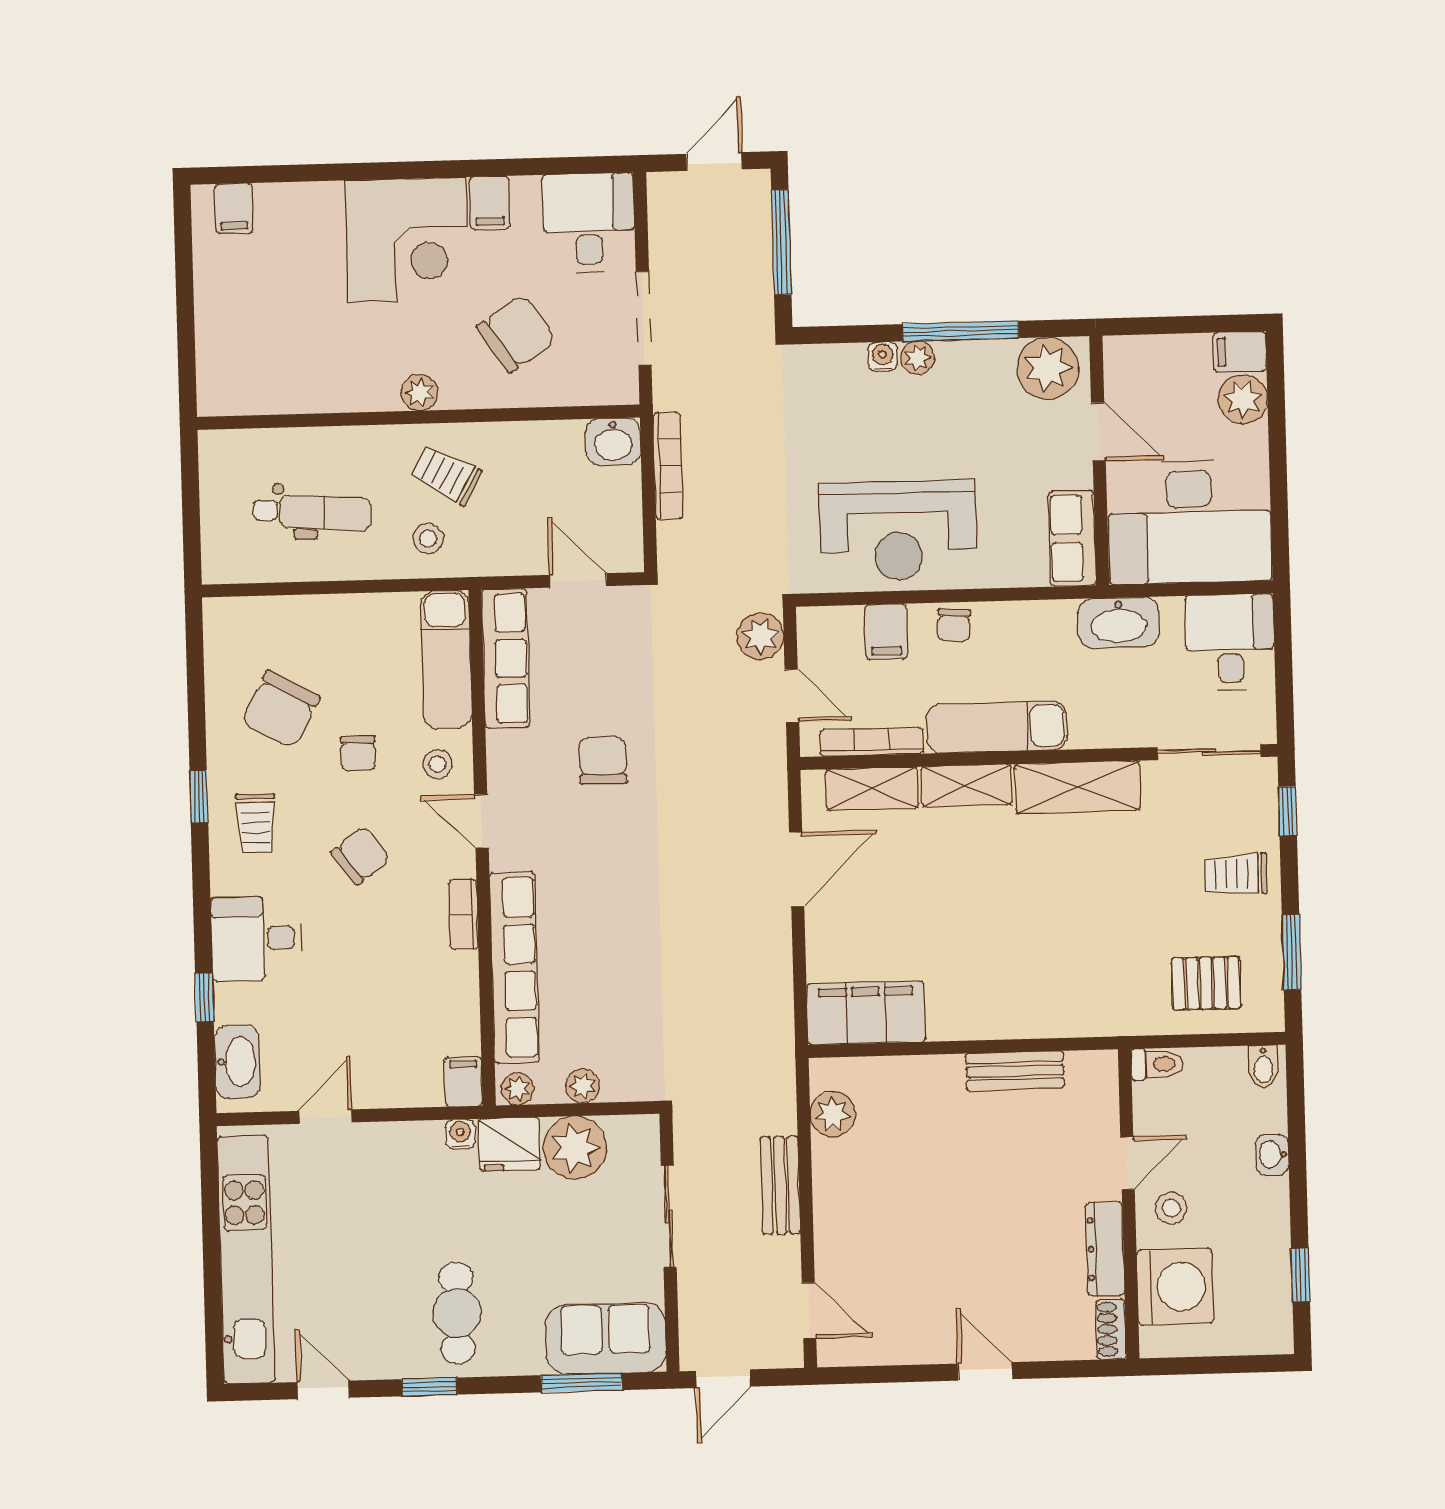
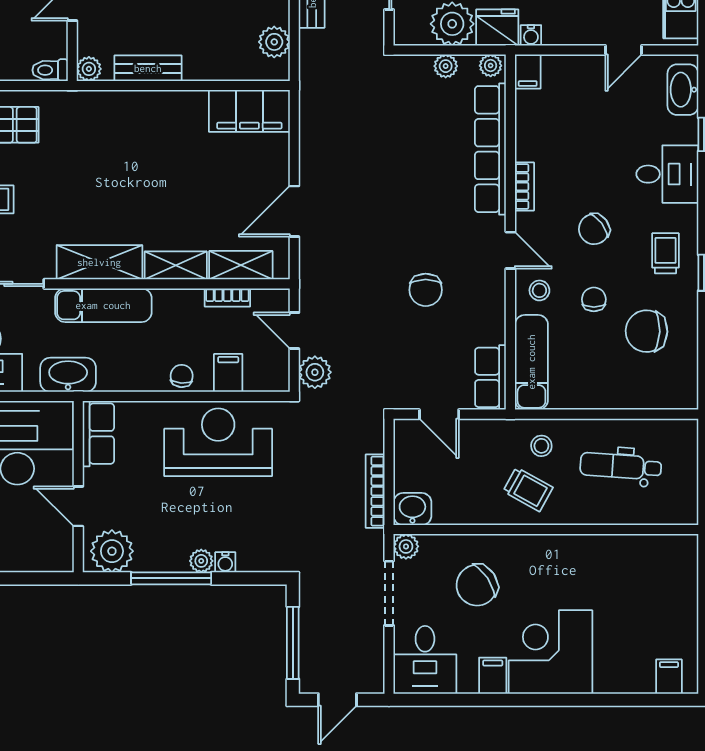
plant: (420, 393) -> (406, 546), moved
row of seats: (506, 658) -> (491, 377), width x0.68
chair: (280, 709) -> (647, 331), turned -117
exam couch: (997, 727) -> (103, 305), moved
bookcase: (872, 742) -> (227, 297), width x0.64
plant: (1101, 1068) -> (89, 69), added

